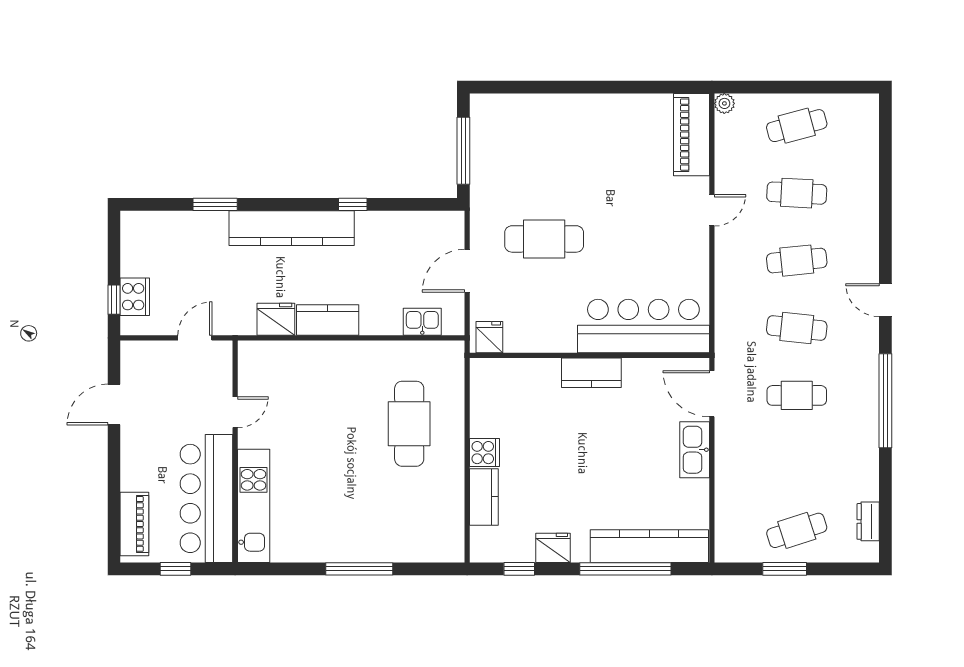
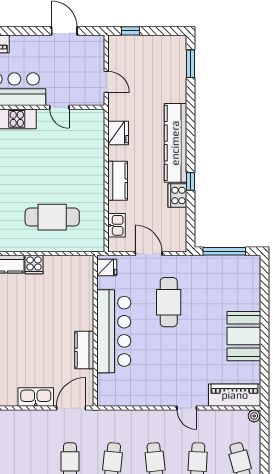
booth: (598, 120) -> (244, 336), added
window: (215, 204) -> (190, 64), moved
cooker: (135, 297) -> (177, 195), moved, turned 90
kitchen counter: (328, 320) -> (118, 181), moved
bar counter: (643, 326) -> (114, 331), moved
kitchen counter: (591, 373) -> (84, 350), moved

